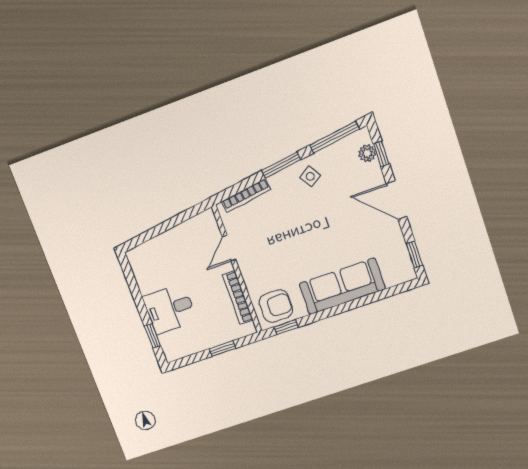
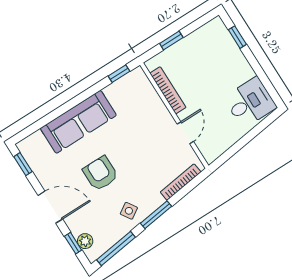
armchair: (276, 306) -> (100, 173), moved, turned 90
desk: (170, 309) -> (250, 102), moved

